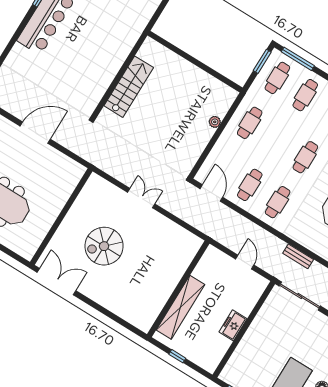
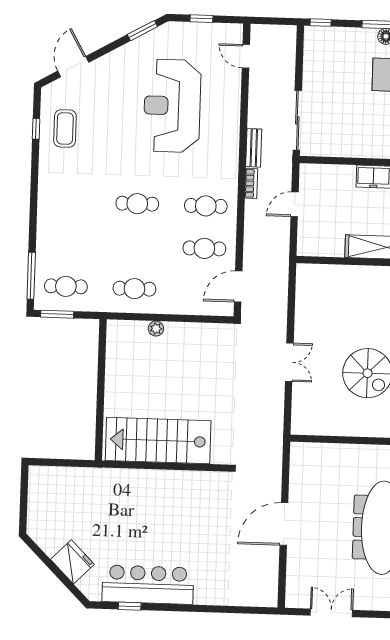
stairs: (129, 87) -> (158, 441), width x1.36, depth x1.51
cafe table: (305, 95) -> (67, 244), removed
door: (35, 133) -> (284, 524), hinge flipped
double door: (141, 198) -> (289, 362), swing flipped
bookcase: (275, 241) -> (251, 183), added

